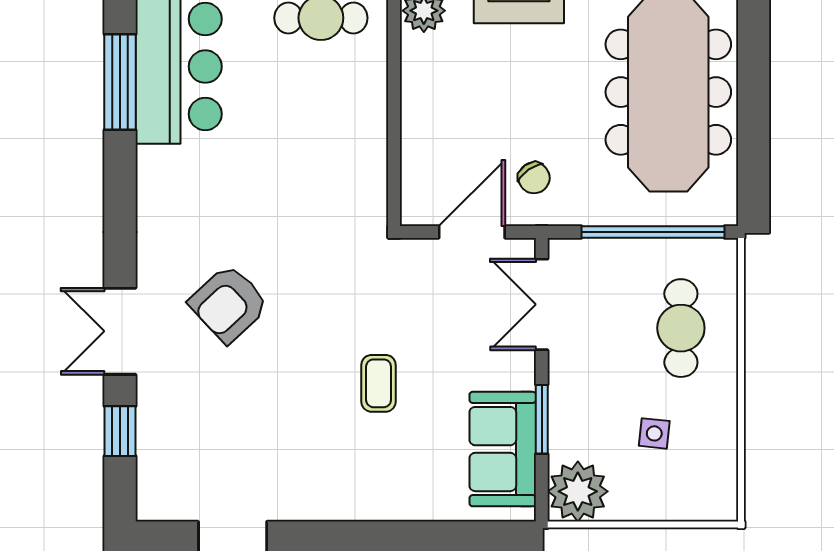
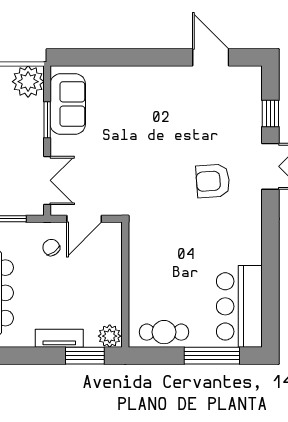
window: (120, 82) -> (270, 298), removed
armchair: (229, 304) -> (213, 181), turned -141
coffee table: (379, 383) -> (134, 139), removed

